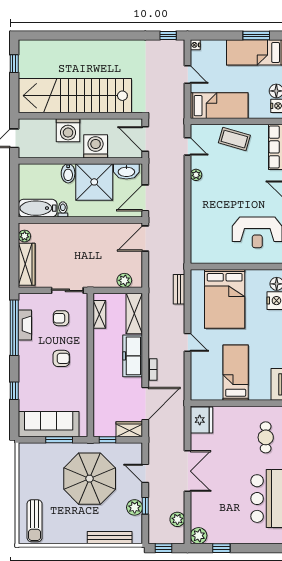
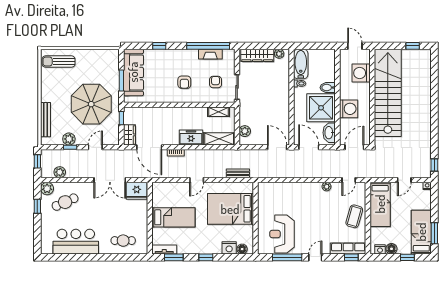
washing machine: (68, 130) -> (361, 73), moved
freezer: (133, 356) -> (191, 138), width x0.71
double door: (188, 471) -> (110, 180), moved
cafe table: (216, 512) -> (65, 202), added

